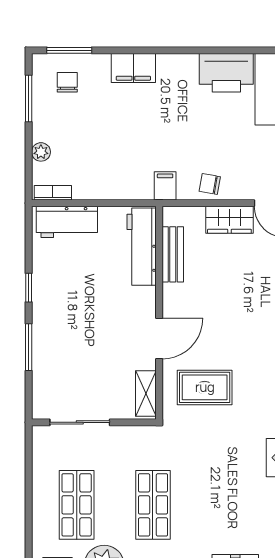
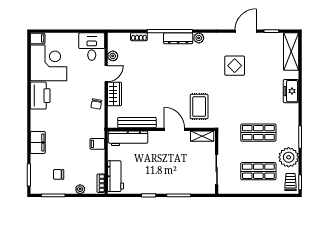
chair: (67, 82) -> (59, 174), moved
filing cabinet: (165, 186) -> (97, 144), moved
bench: (173, 254) -> (137, 123), width x1.36

